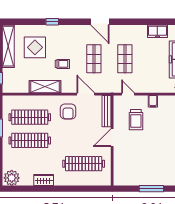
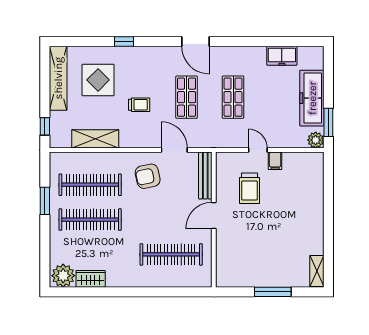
shelving: (45, 87) -> (95, 139), moved
door: (128, 94) -> (258, 150), moved
armchair: (68, 112) -> (148, 176), turned 78
wardrobe: (44, 180) -> (91, 279), moved

